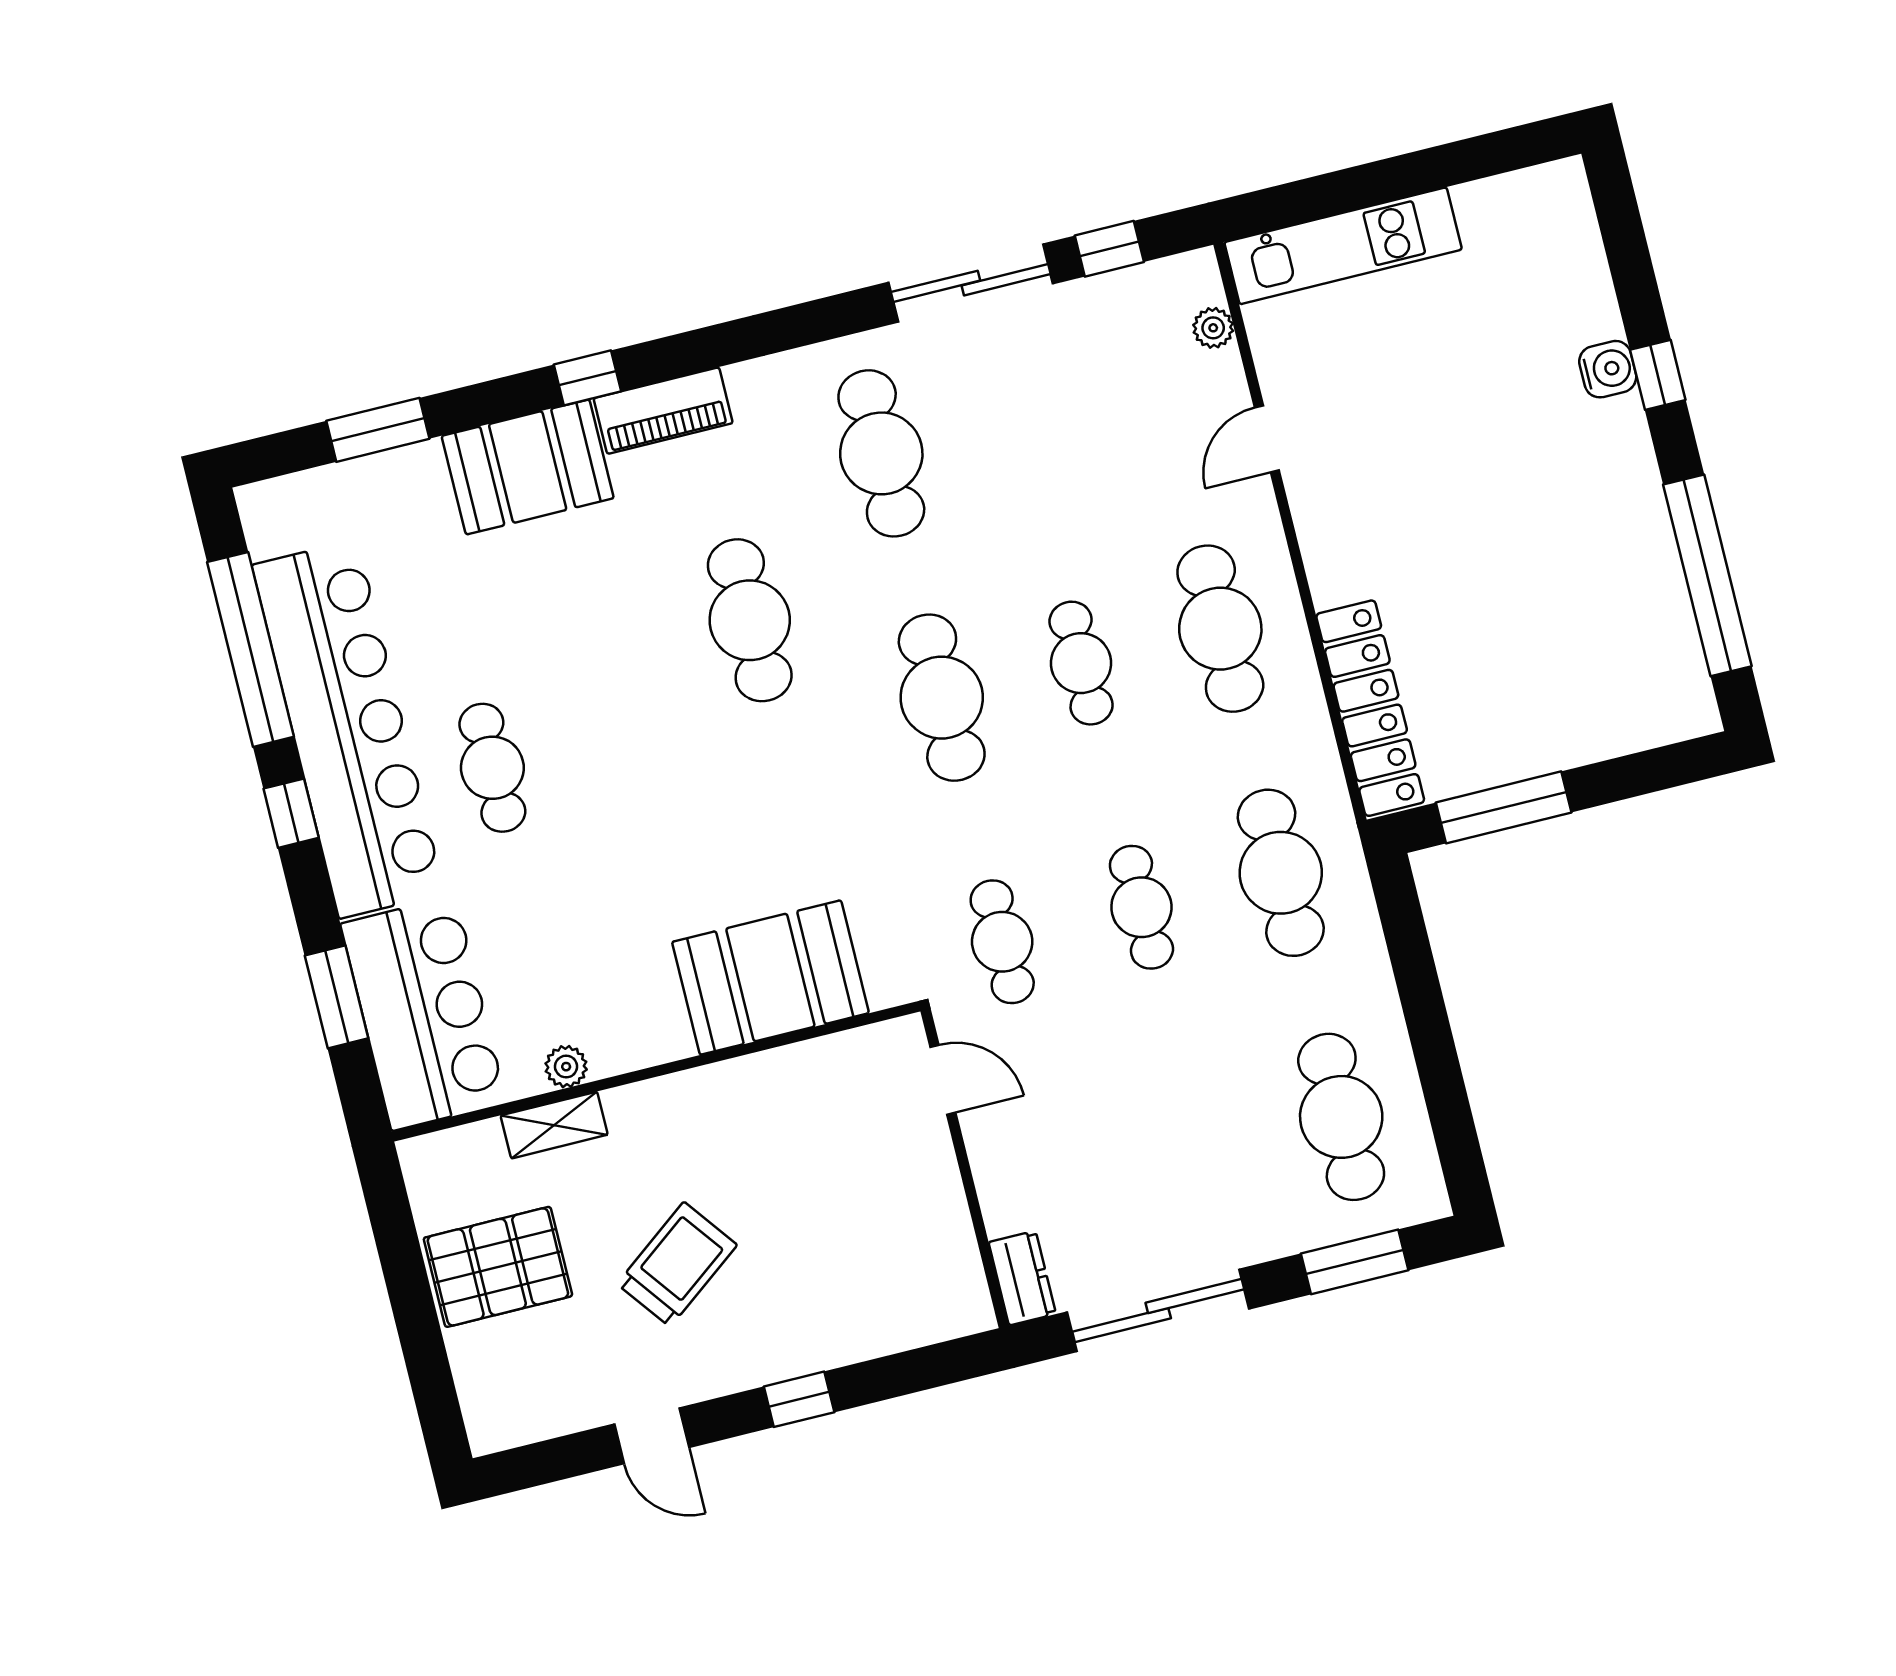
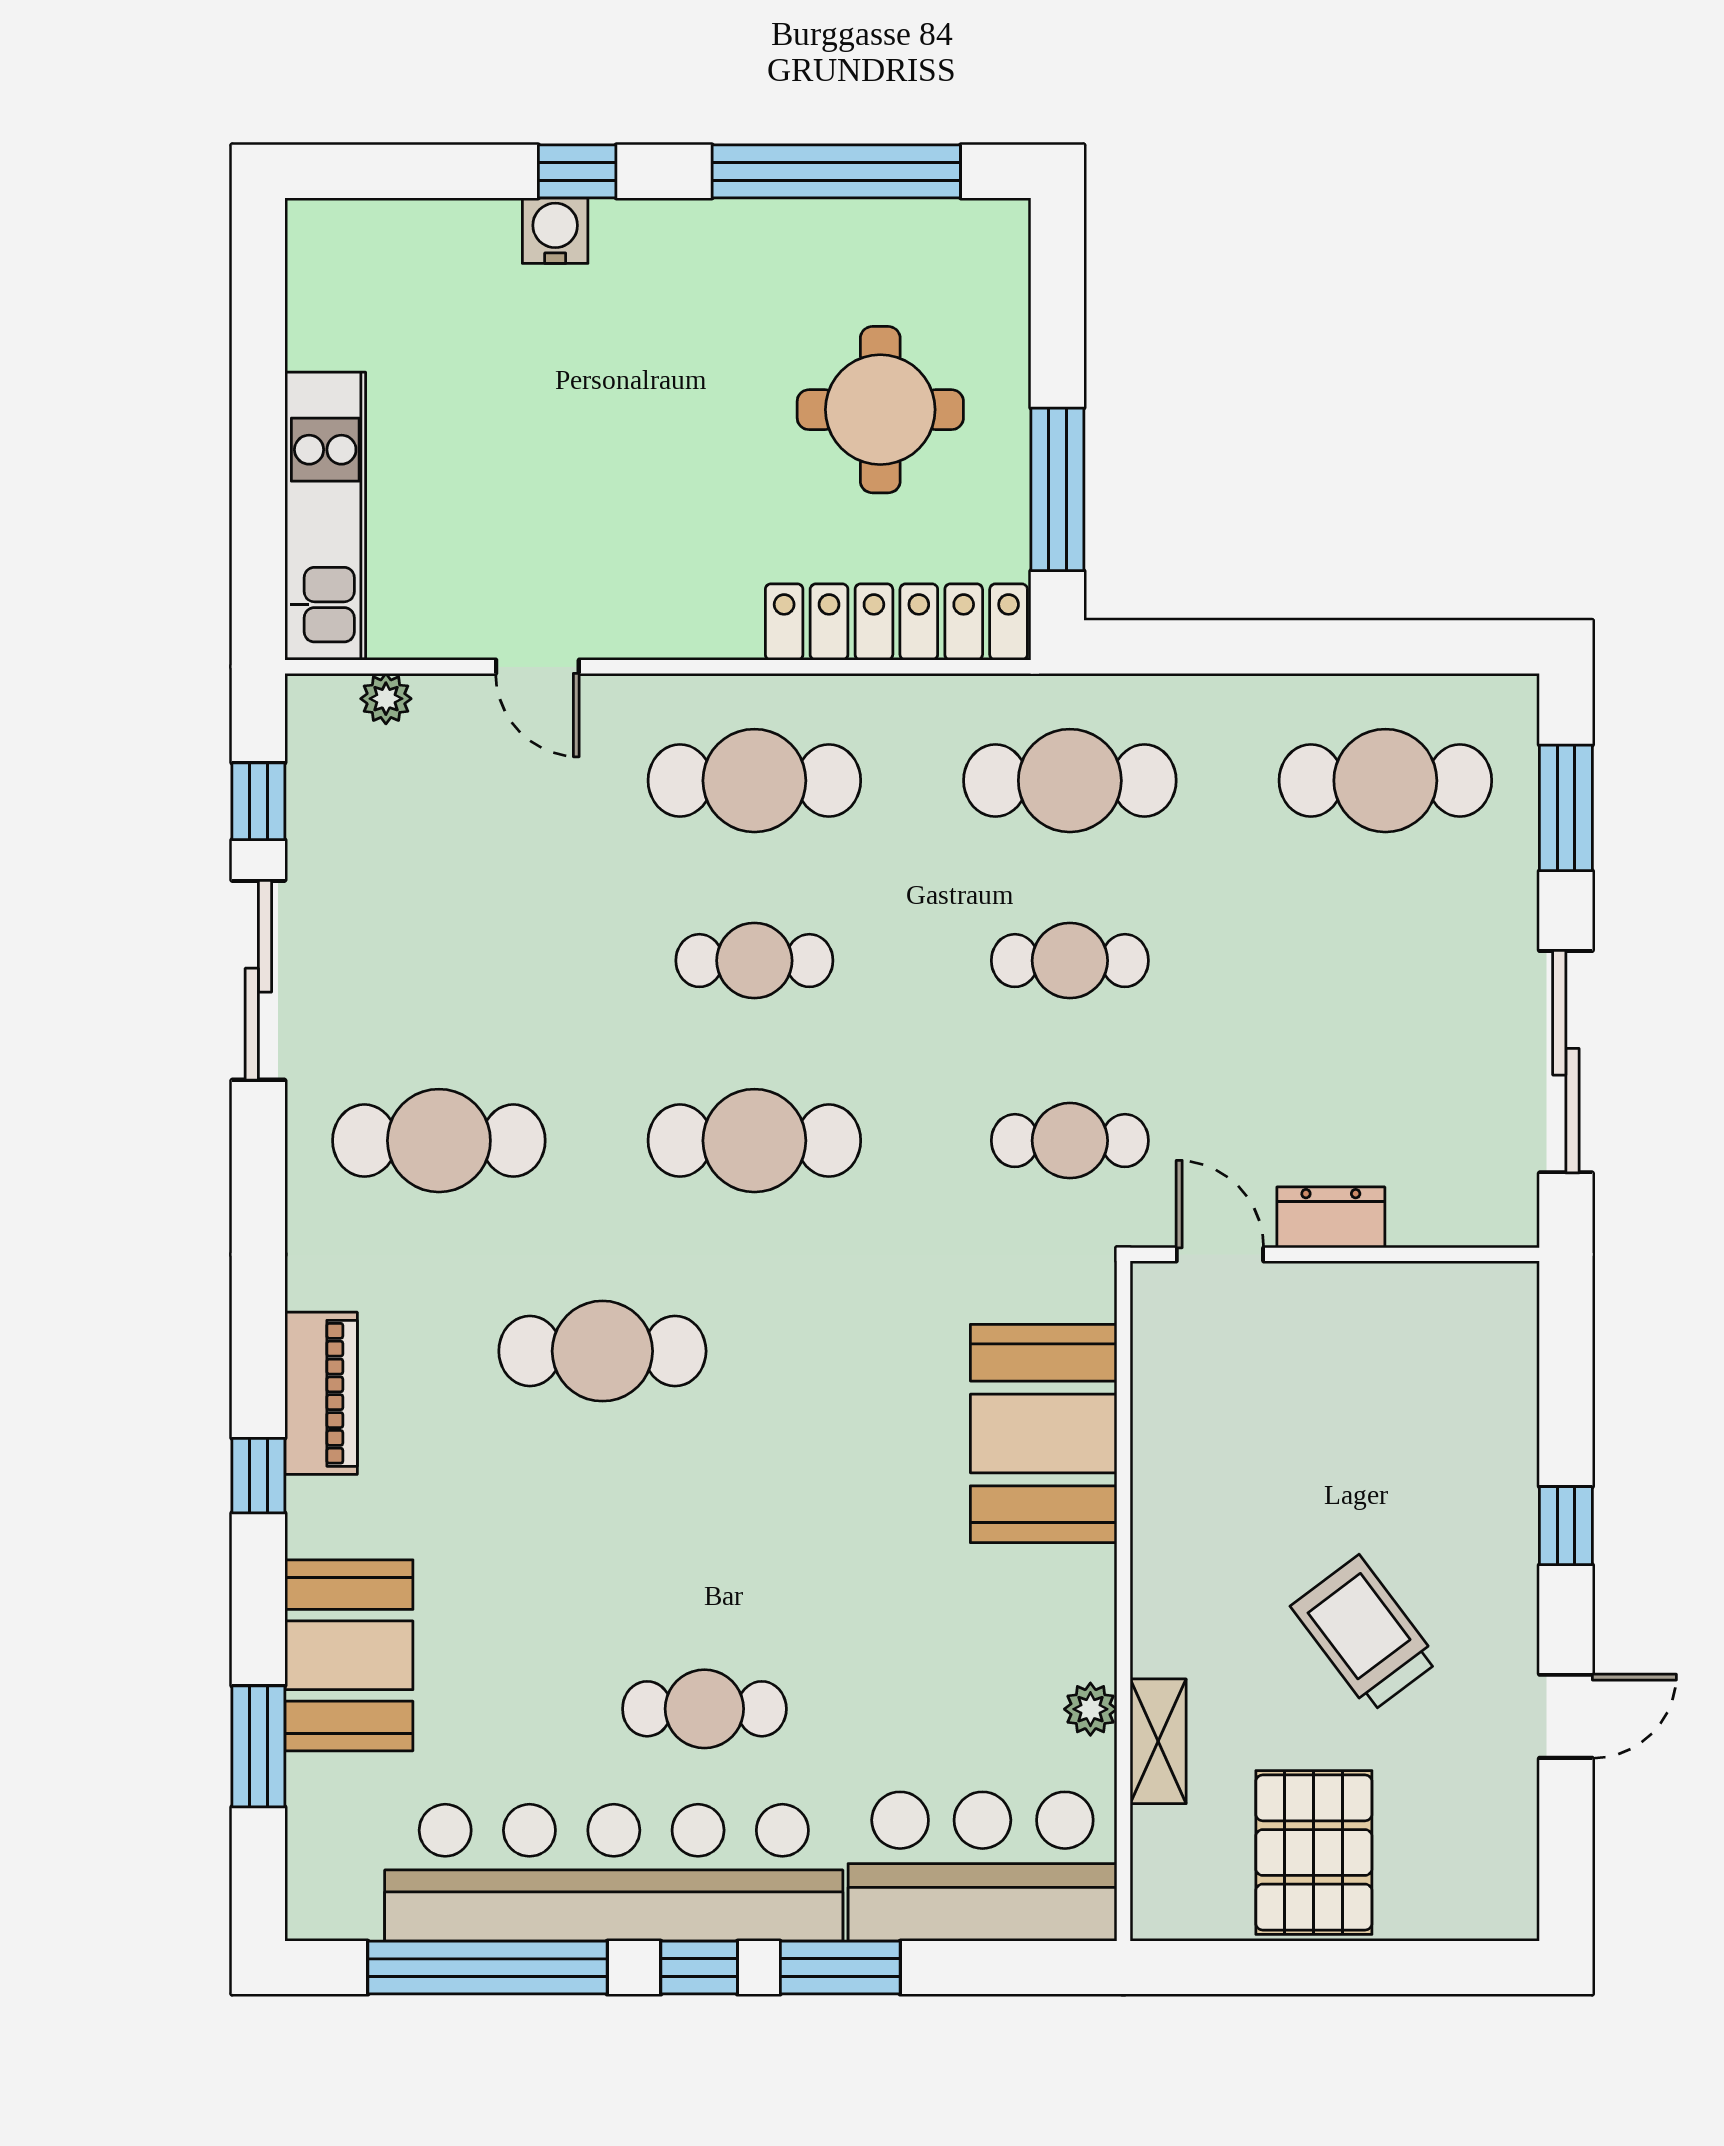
booth: (528, 467) -> (349, 1655), moved
round table: (1531, 655) -> (880, 410), added
window: (337, 997) -> (840, 1968), moved
door: (943, 1080) -> (1220, 1254), hinge flipped
dresser: (1022, 1278) -> (1331, 1217), moved

